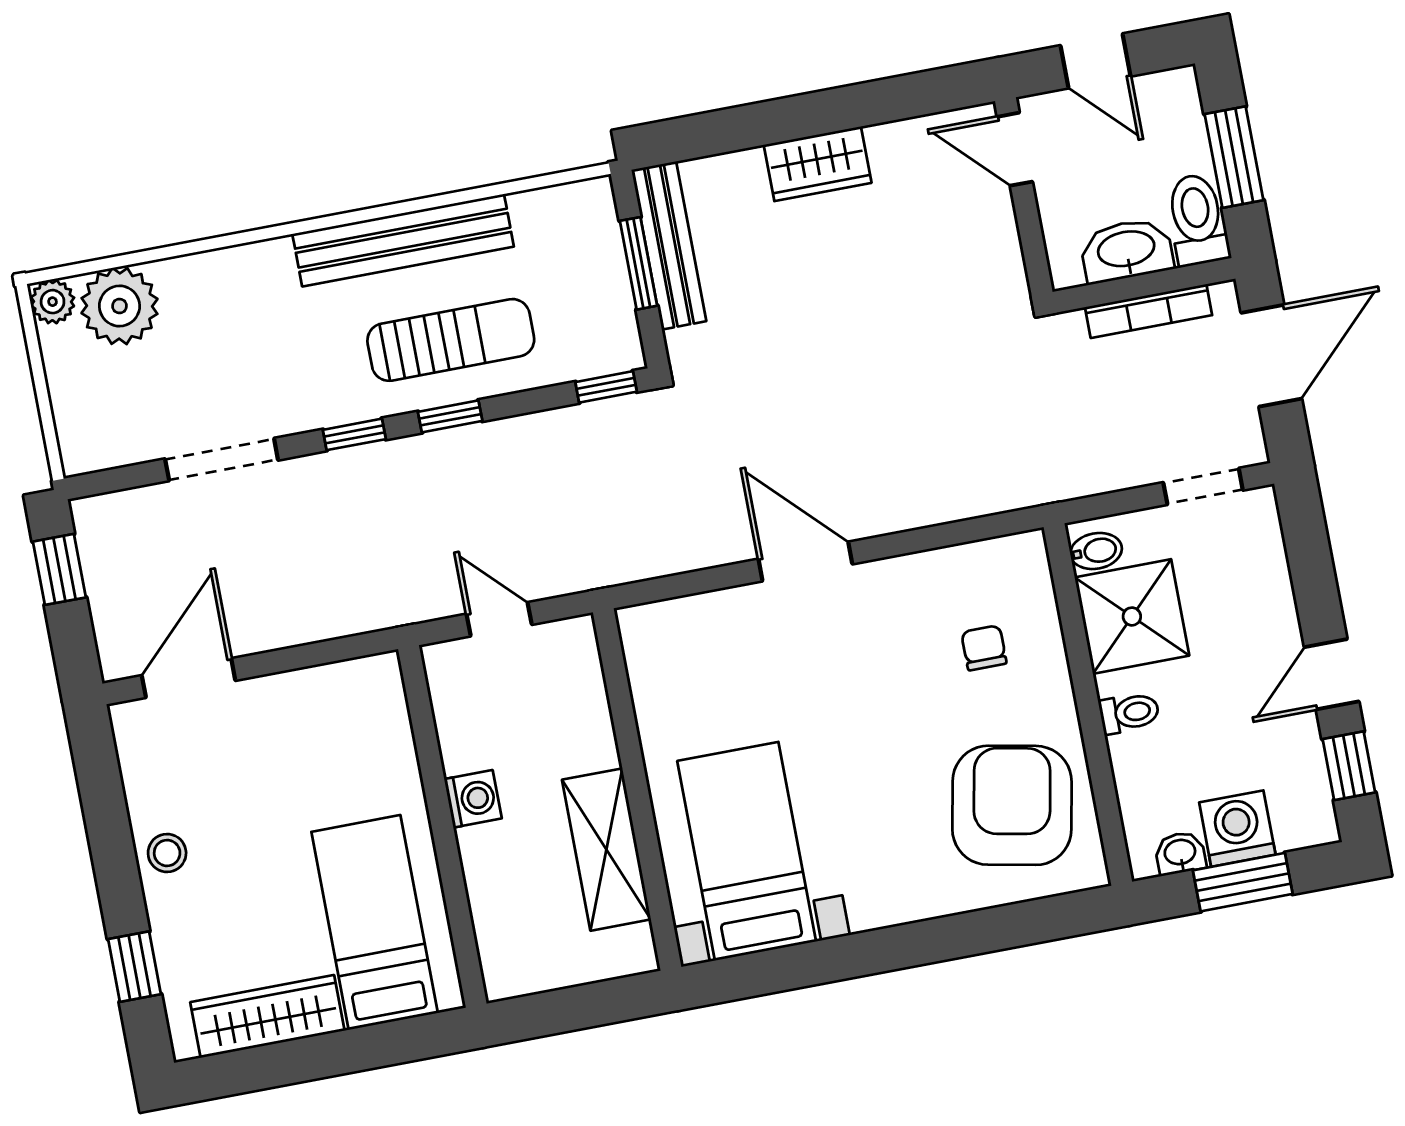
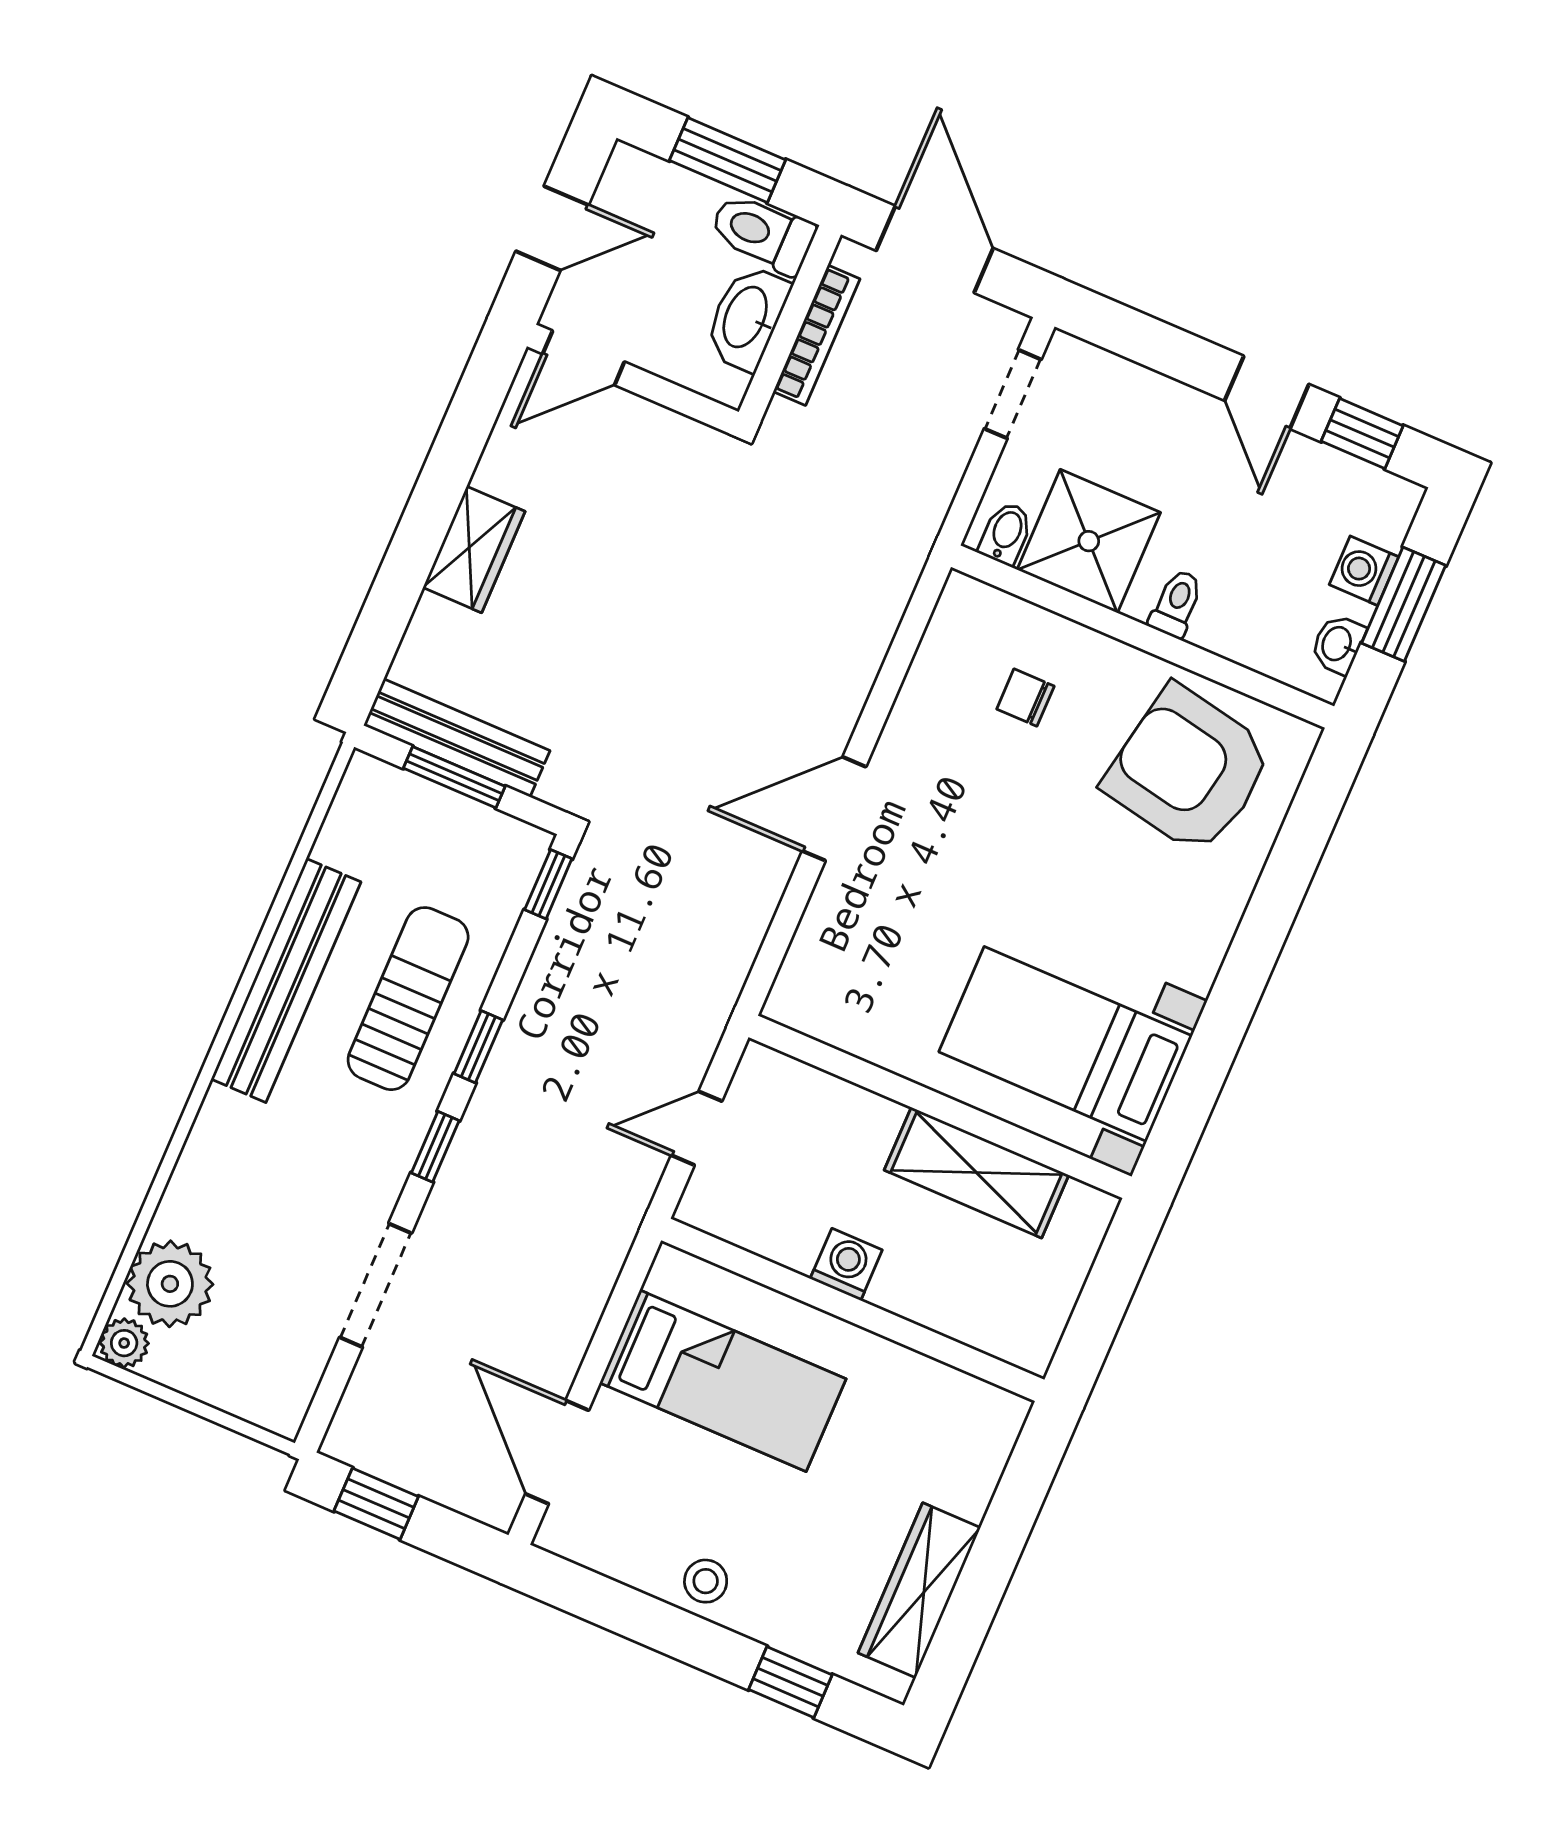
washing machine: (1237, 829) -> (1364, 571), width x0.73, depth x0.73
bed: (375, 922) -> (723, 1381), moved, turned 180

